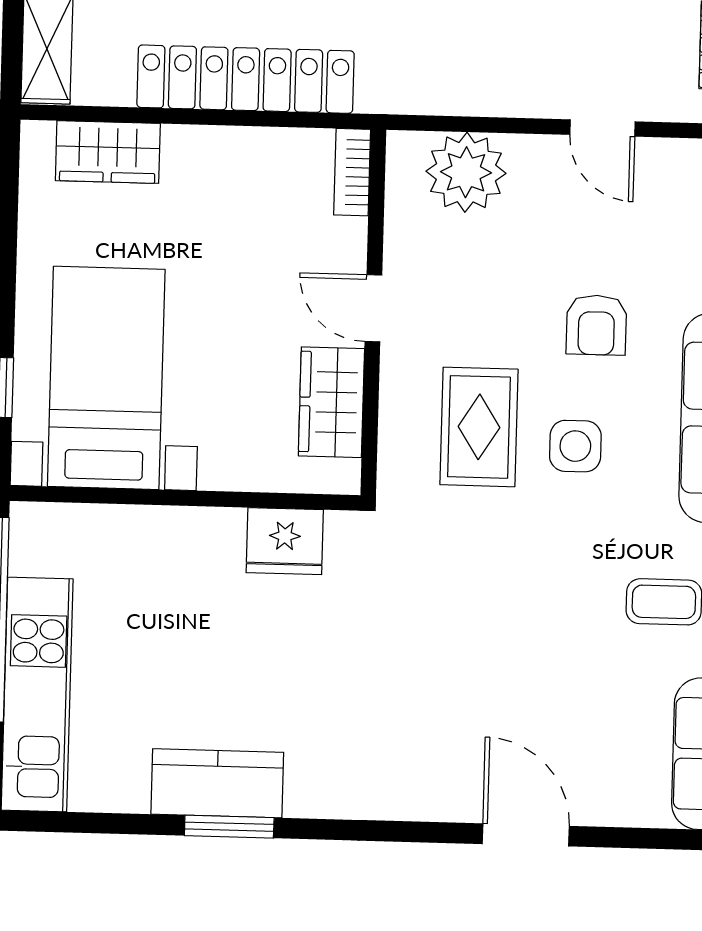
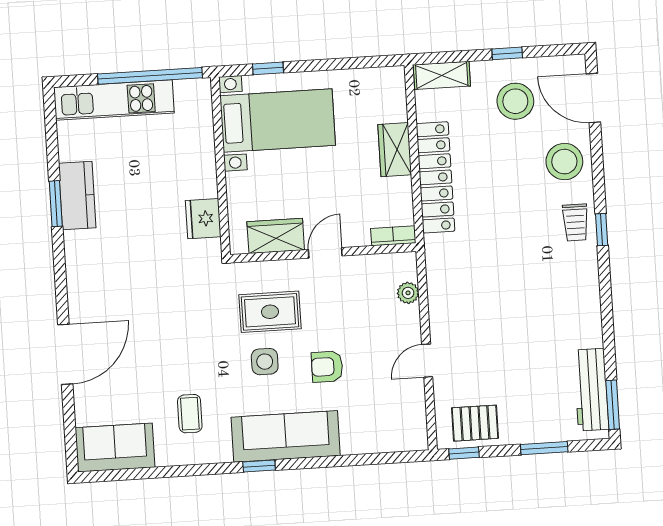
wardrobe: (108, 152) -> (395, 150), moved
plant: (466, 172) -> (408, 293), width x0.53, depth x0.53
door: (526, 835) -> (65, 354), width x1.36

